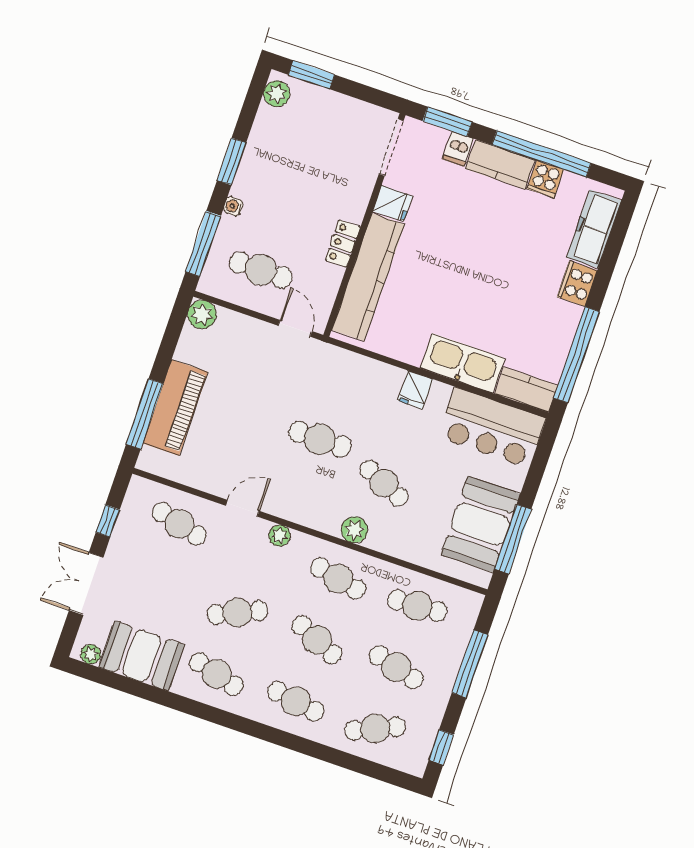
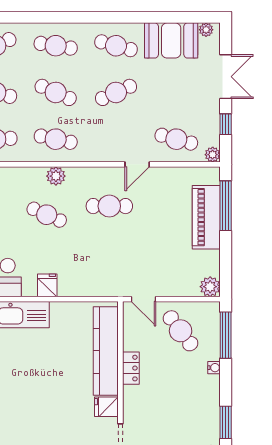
window: (232, 162) -> (226, 422), moved
cafe table: (261, 270) -> (181, 331), turned 53
cafe table: (320, 439) -> (109, 206), moved
plant: (279, 536) -> (213, 155), moved

